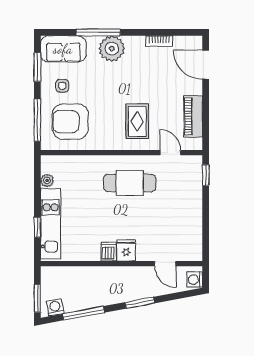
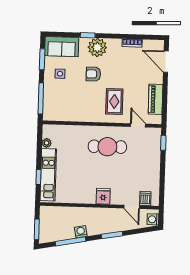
window: (98, 32) -> (88, 35), width x0.46
armchair: (70, 122) -> (93, 74), moved, width x0.53, depth x0.53
dishwasher: (108, 252) -> (145, 198), moved
washing machine: (55, 307) -> (81, 232), moved

